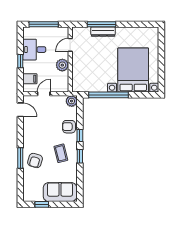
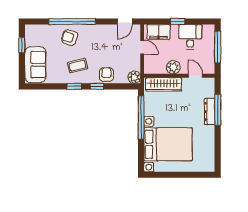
wardrobe: (78, 74) -> (164, 84), added
filing cabinet: (30, 79) -> (158, 32), width x2.00
window: (20, 158) -> (72, 21), width x2.11

